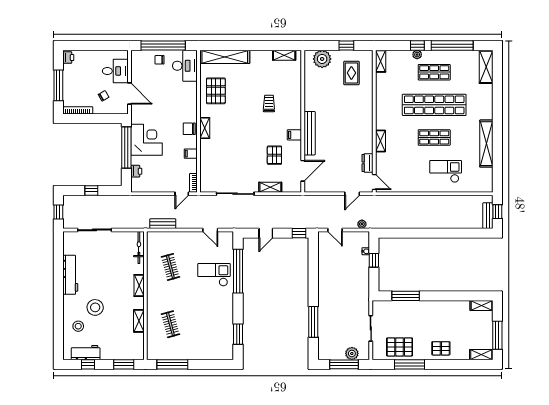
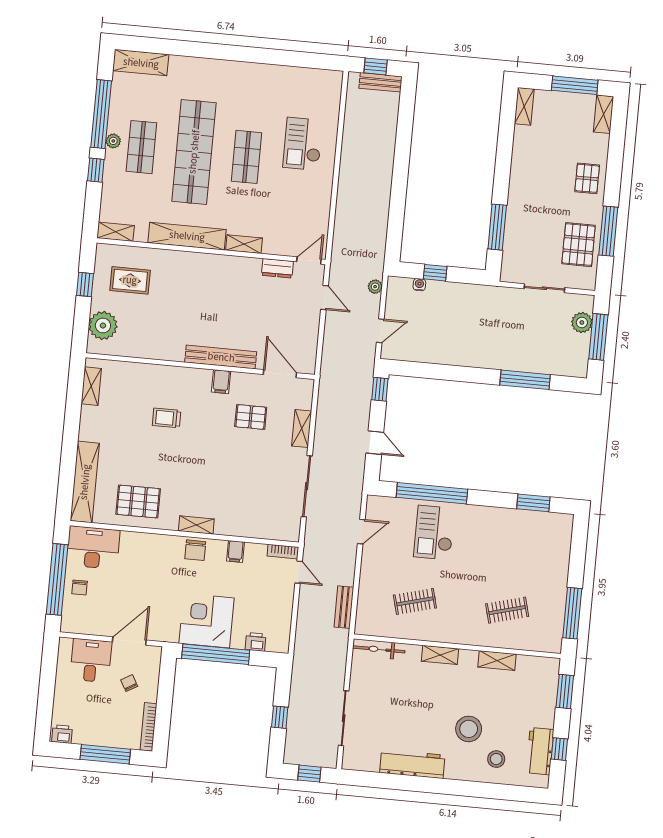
plant: (417, 55) -> (113, 141), moved
shelving: (486, 144) -> (187, 236), moved

